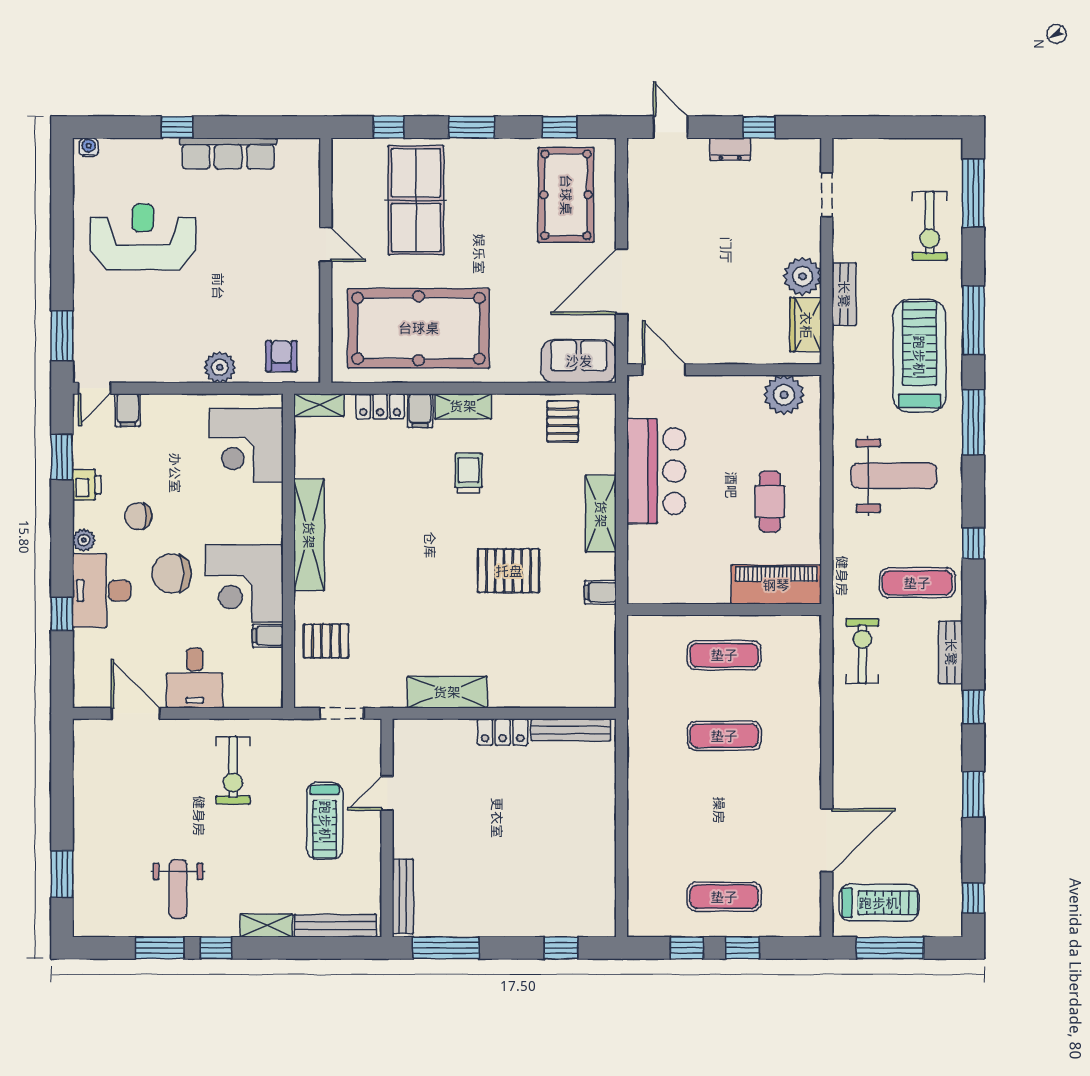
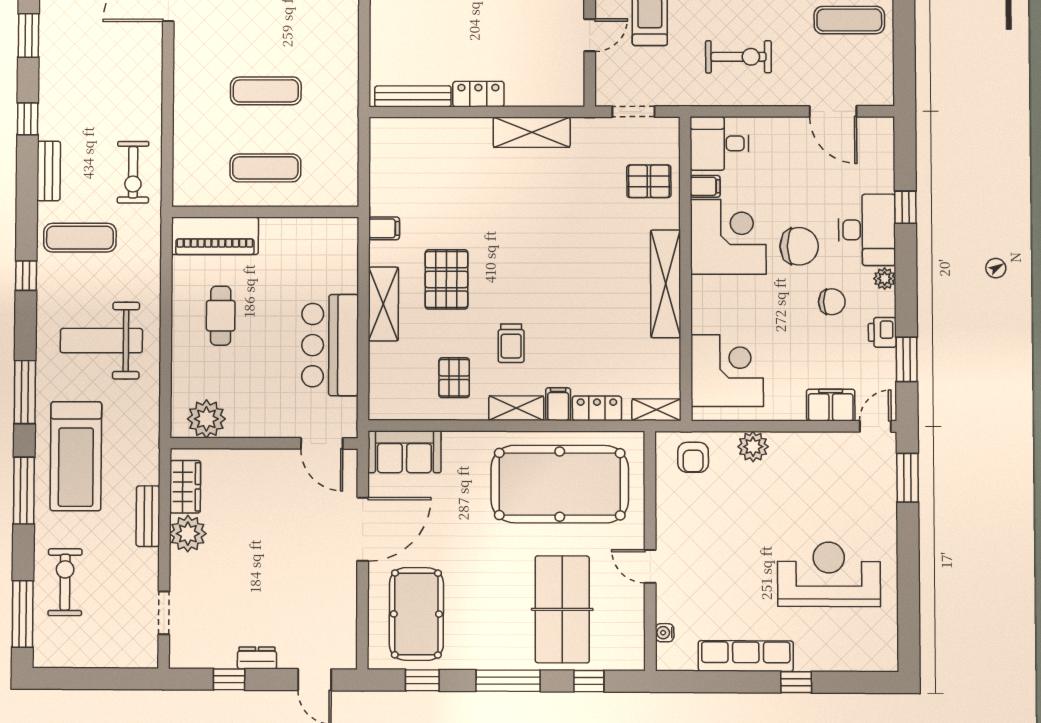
window: (472, 127) -> (508, 681), width x1.44
water cooler: (89, 147) -> (665, 633), moved, turned 90
reception desk: (143, 237) -> (829, 574), turned 180
filing cabinet: (128, 410) -> (831, 405), width x2.00
pallet: (563, 421) -> (454, 378), moved
pallet: (509, 571) -> (446, 279), moved, turned 90
desk: (195, 678) -> (719, 143), moved, turned -90
exercise bike: (233, 770) -> (738, 57), turned 90
exercise mat: (118, 808) -> (849, 20), added

